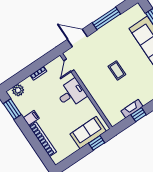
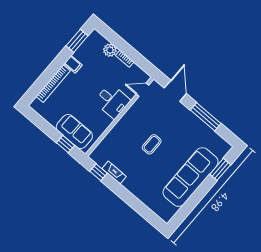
plant: (18, 90) -> (110, 50), moved
window: (139, 115) -> (98, 172), moved

